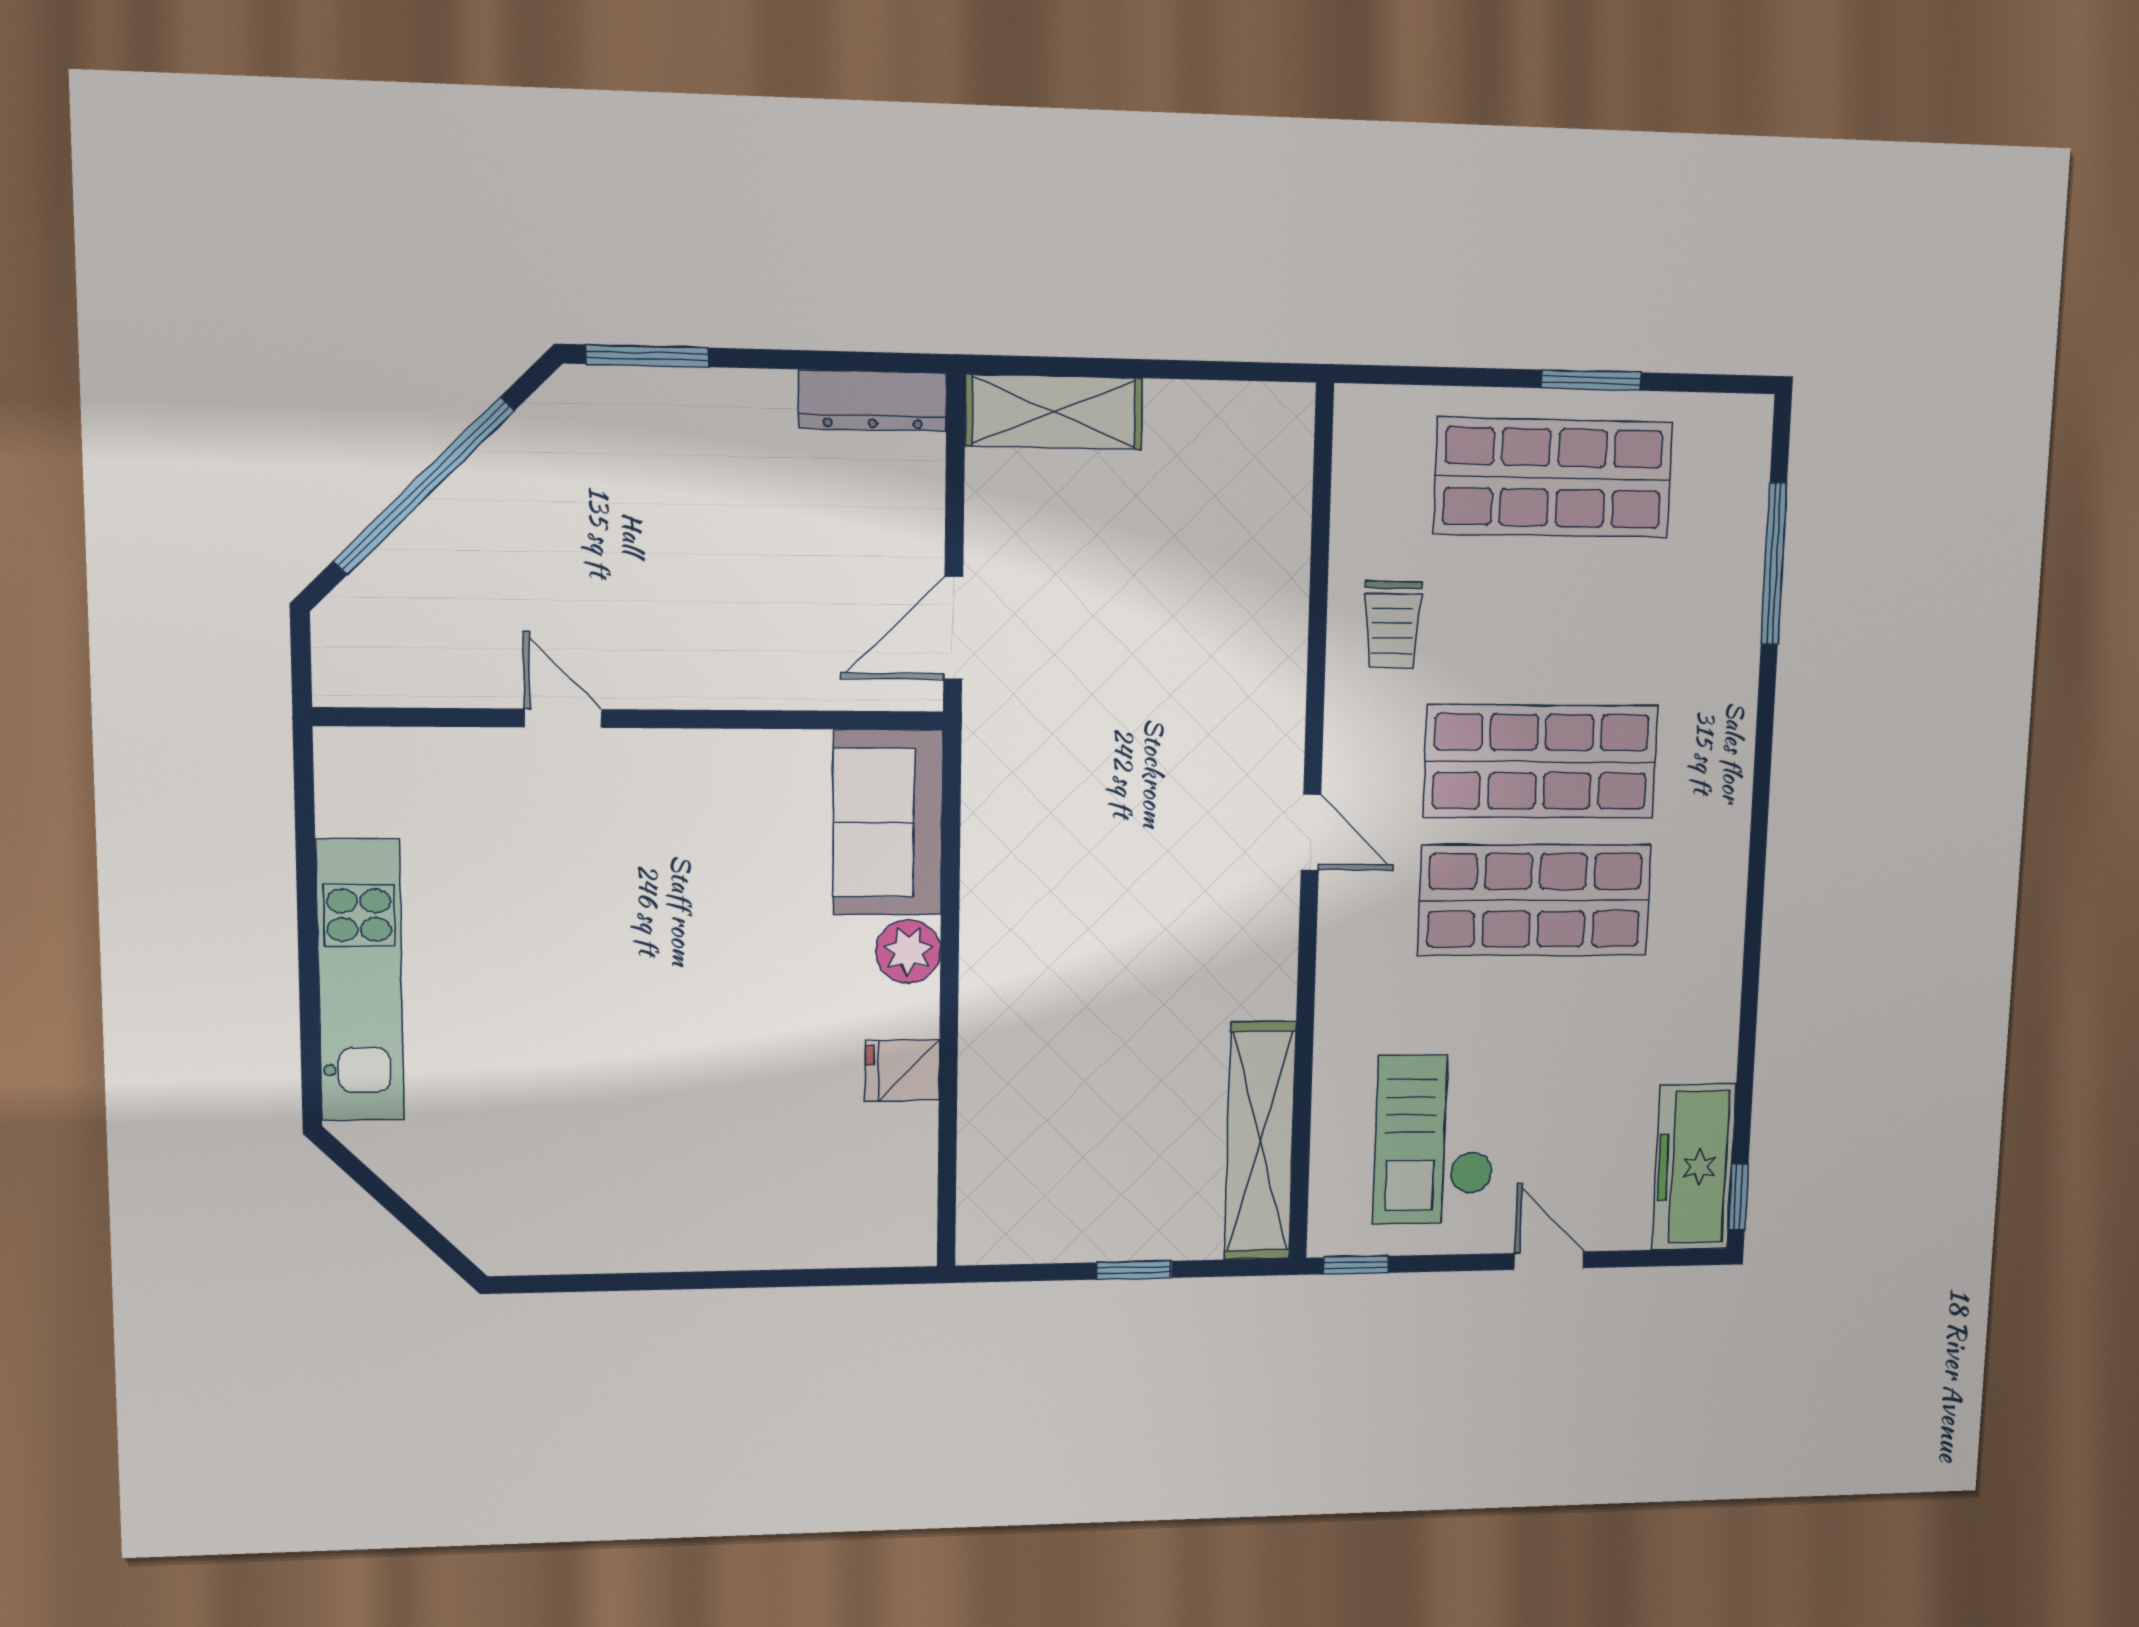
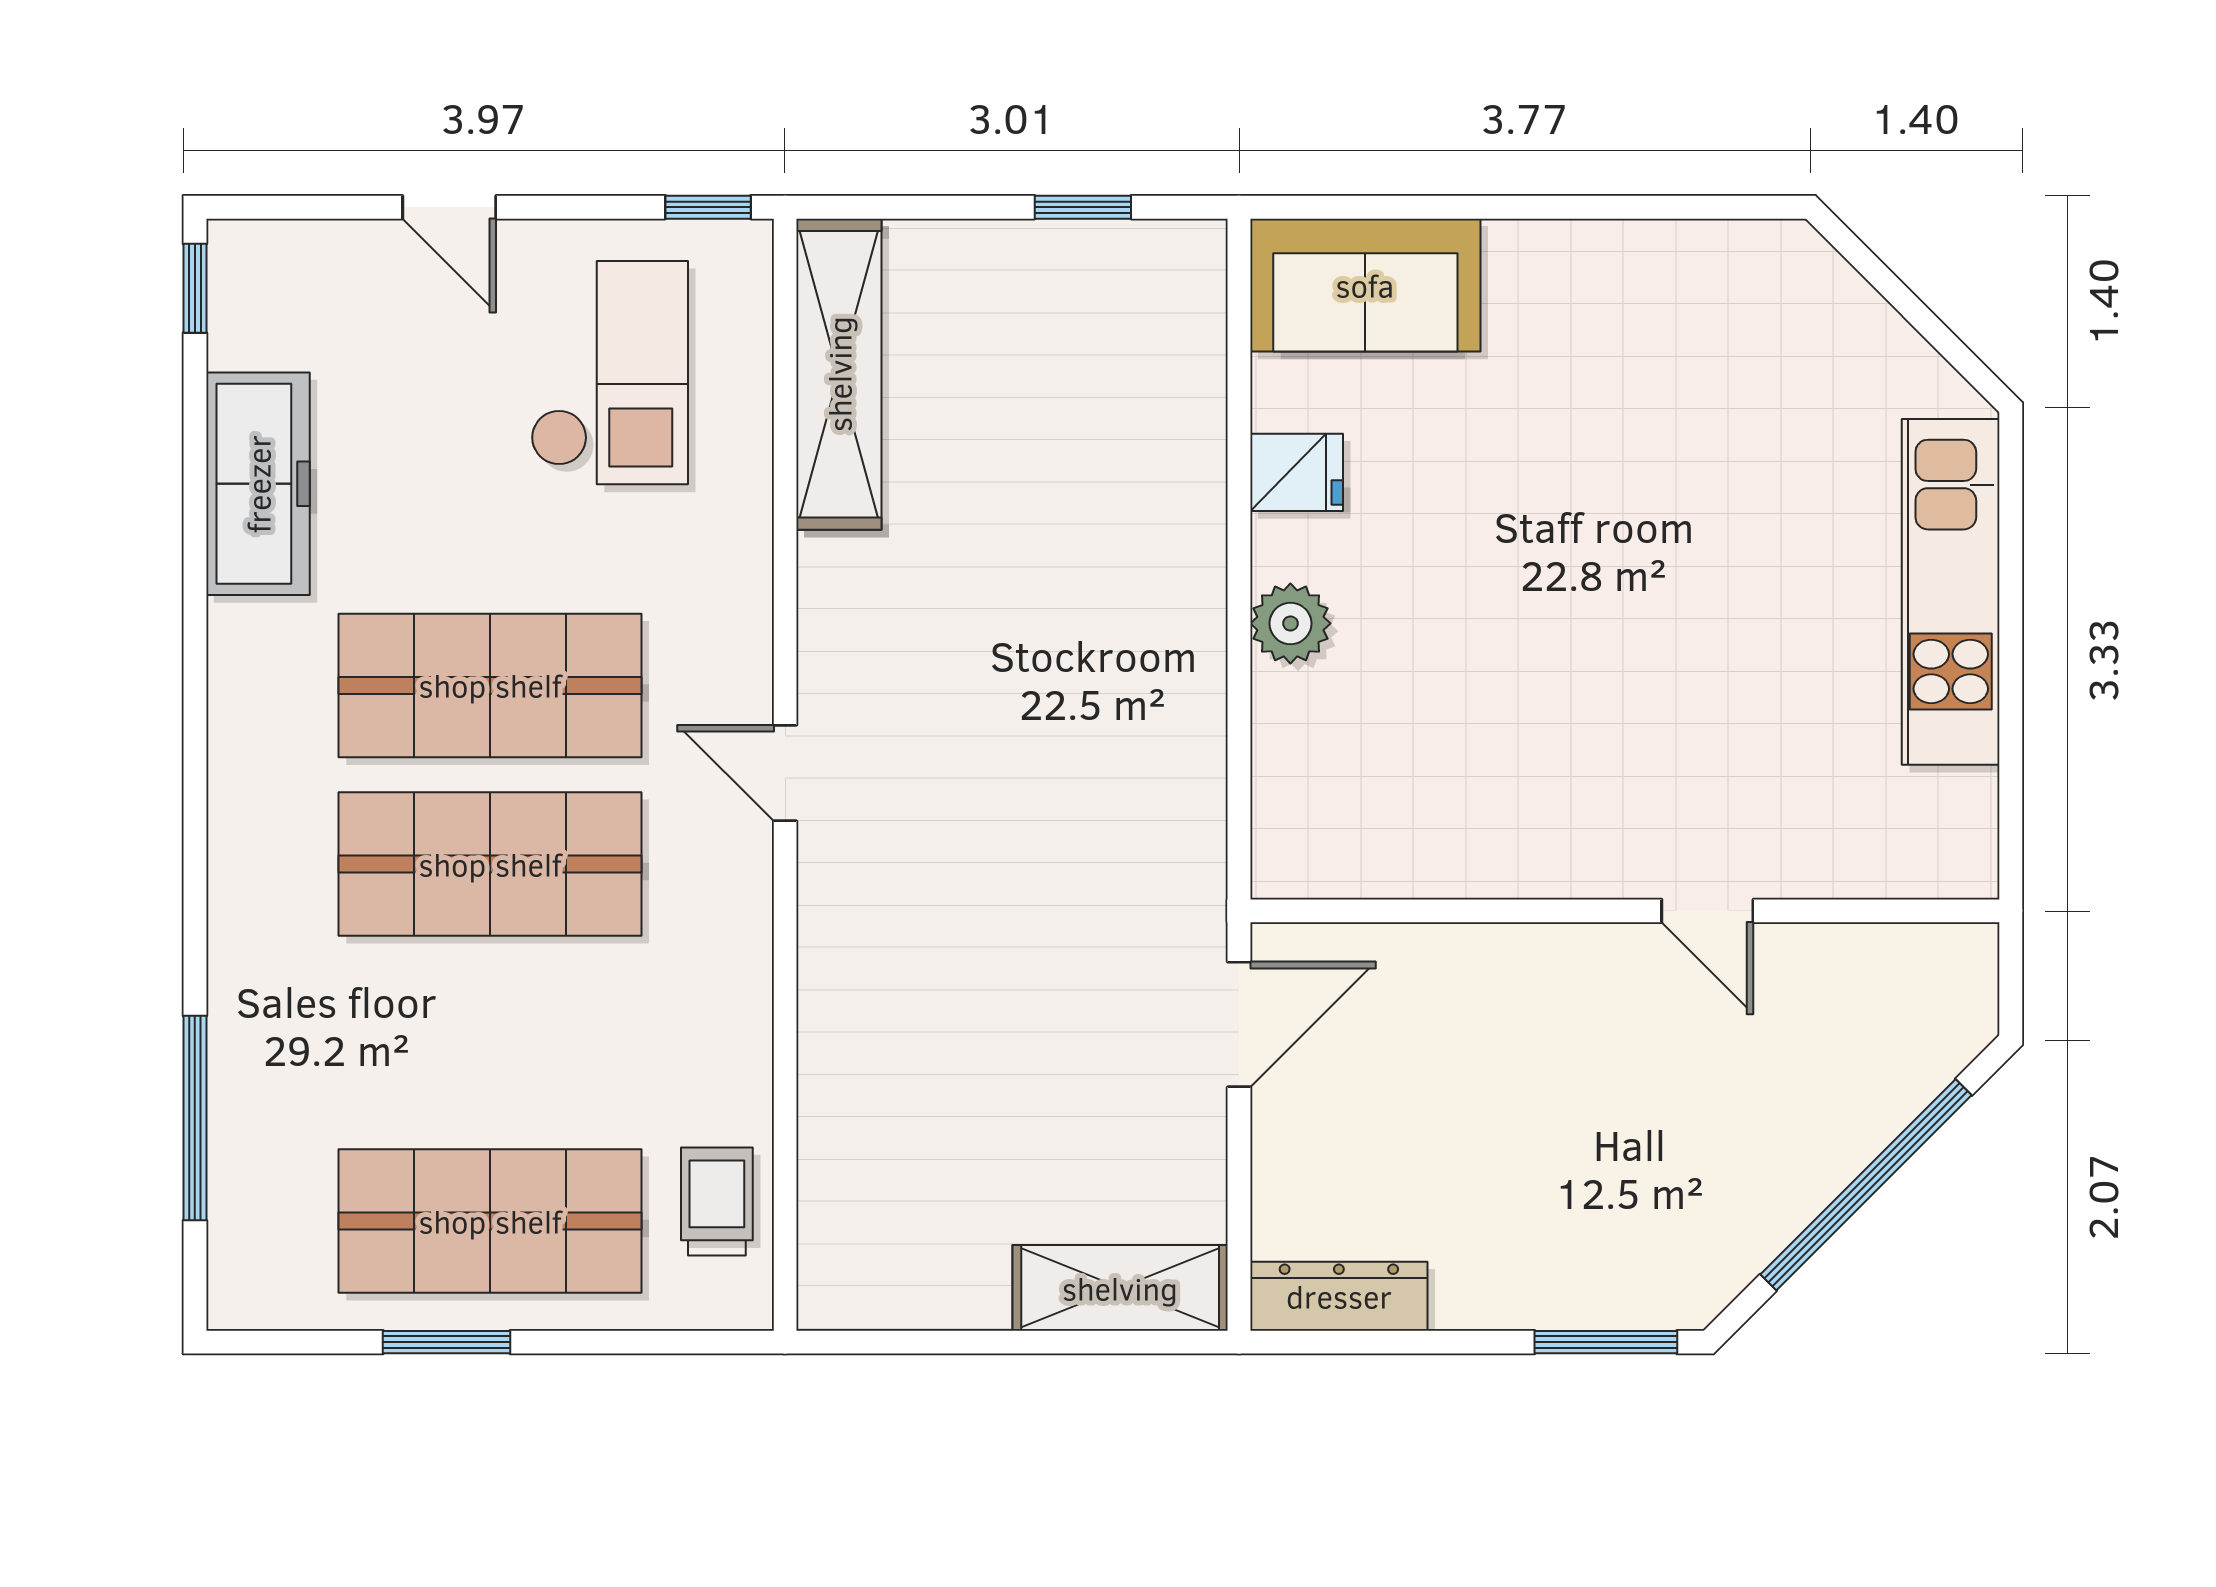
trolley: (1392, 625) -> (717, 1201), moved
sofa: (888, 823) -> (1365, 285), moved, turned 90
freezer: (1694, 1167) -> (258, 484), moved
window: (1134, 1270) -> (1083, 207), moved

